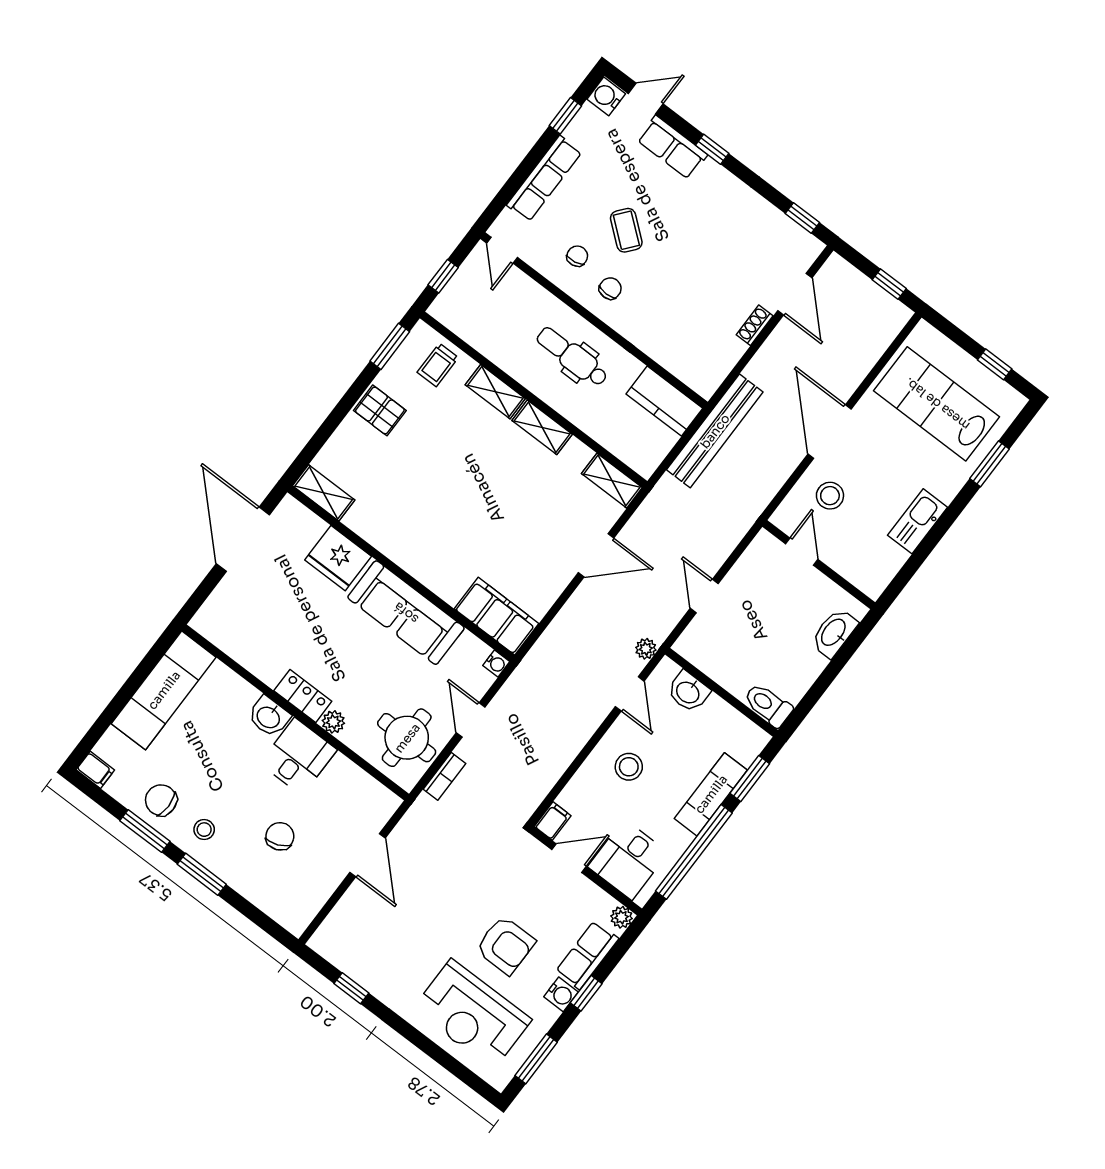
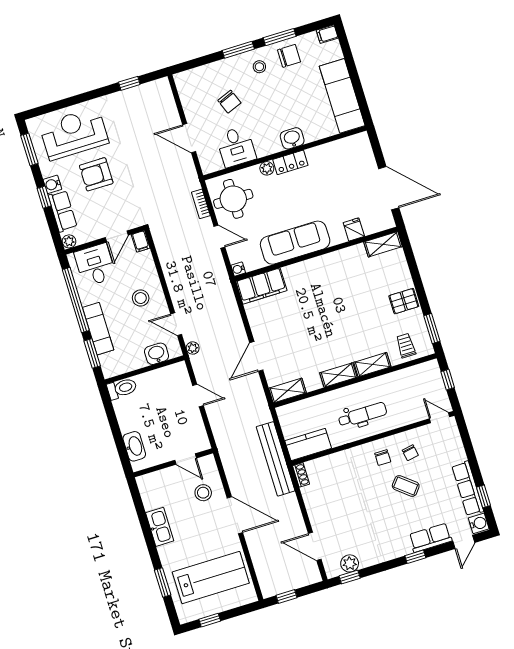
row of seats: (544, 179) -> (468, 489), moved
plant: (784, 231) -> (350, 563), added
shoe rack: (755, 325) -> (301, 475), moved
fridge: (338, 558) -> (354, 229), width x0.53, depth x0.75
desk: (298, 757) -> (236, 147), moved

